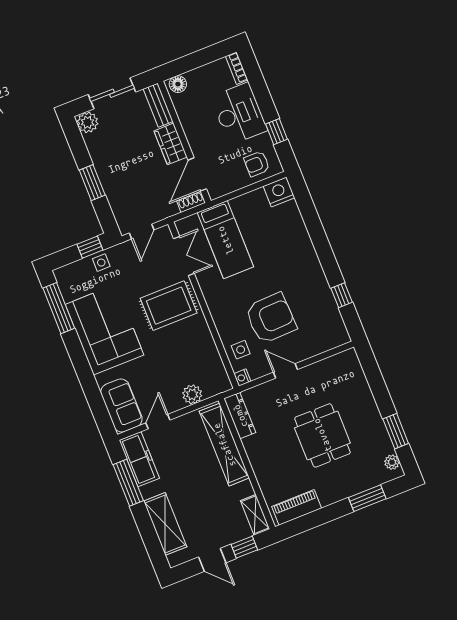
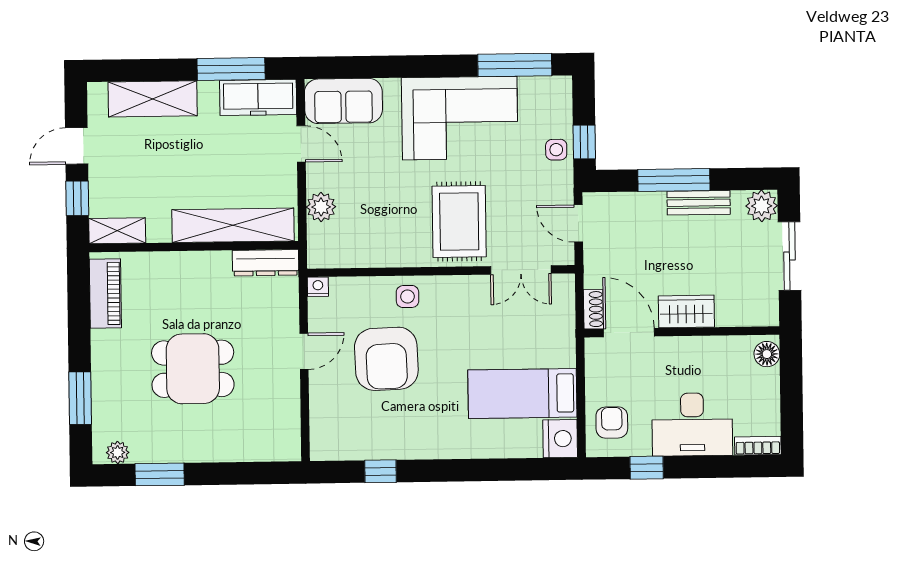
bench: (158, 105) -> (699, 203), moved
window: (92, 183) -> (674, 180), width x1.44
bed: (225, 240) -> (522, 394), moved
side table: (241, 350) -> (407, 297), moved

